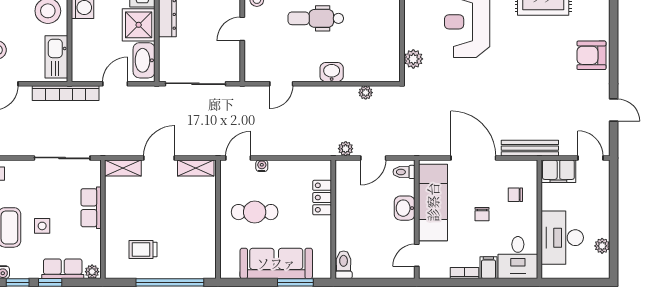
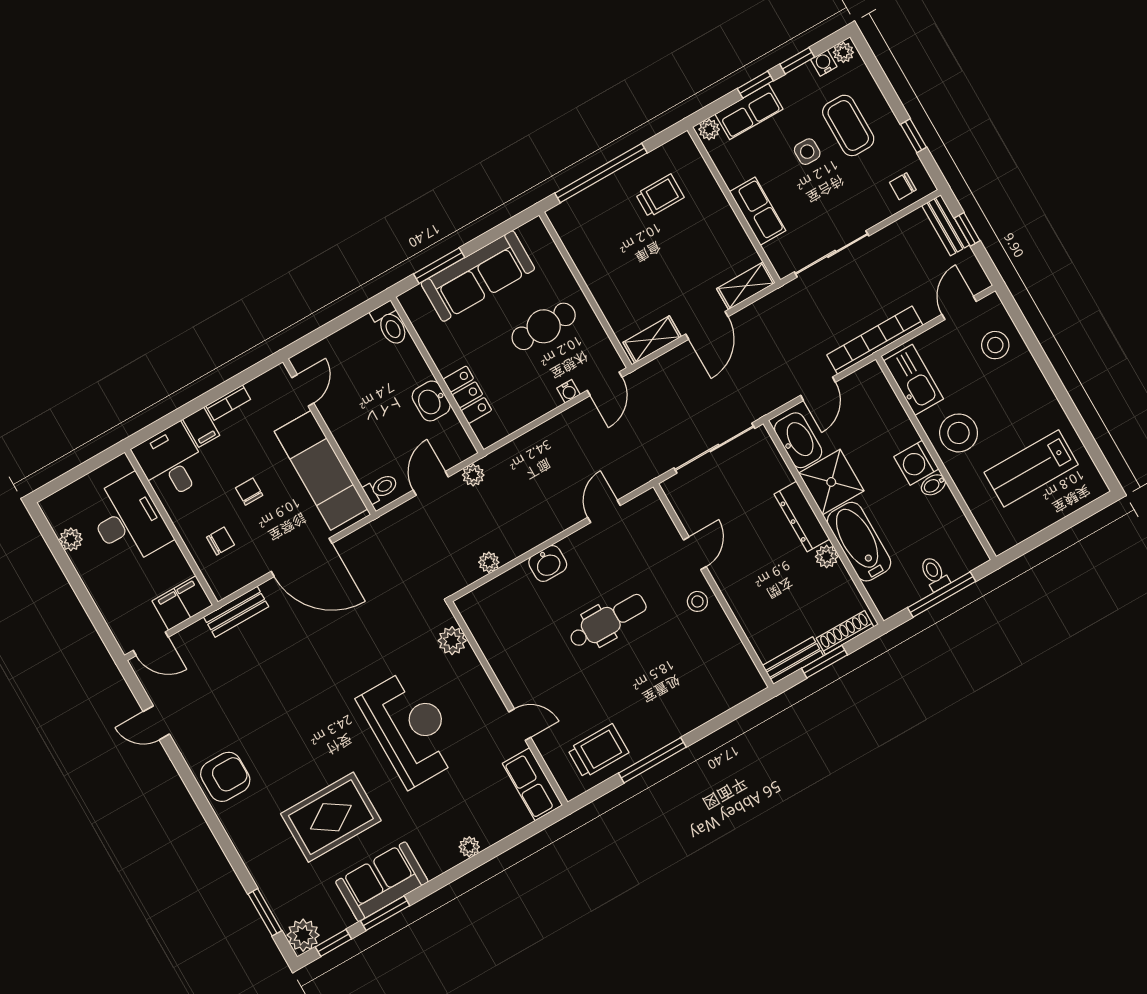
bench: (530, 148) -> (236, 612), width x0.73
washbasin: (405, 208) -> (431, 401), moved, turned 180

